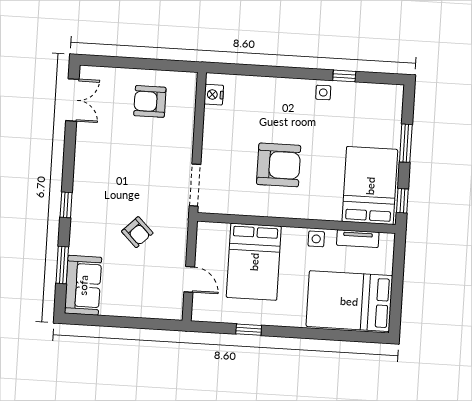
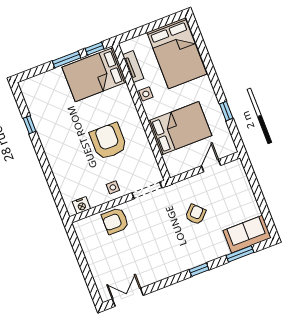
side table: (323, 93) -> (113, 187), moved
armchair: (150, 101) -> (115, 221), moved, turned 90
window: (406, 143) -> (66, 59), moved

